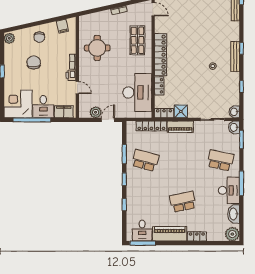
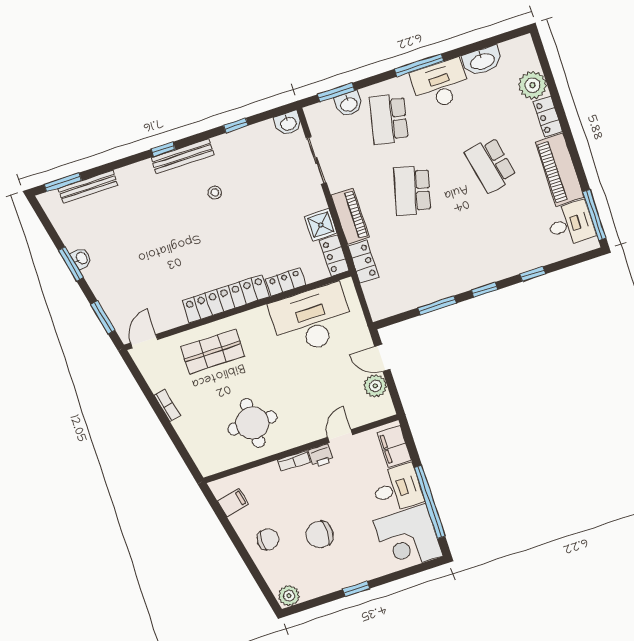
locker: (151, 126) -> (363, 262), width x0.66
washbasin: (234, 127) -> (349, 104), moved
school desk: (145, 160) -> (412, 190), moved
plant: (232, 234) -> (533, 85), moved

